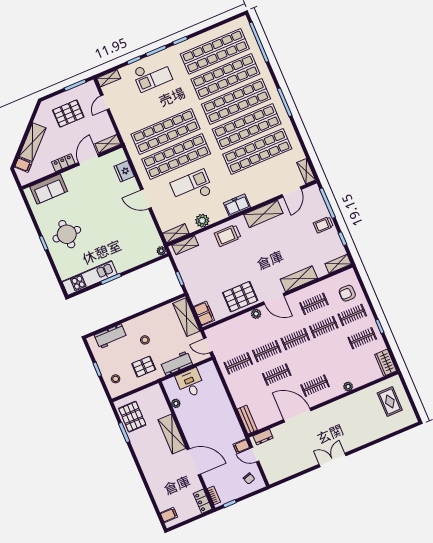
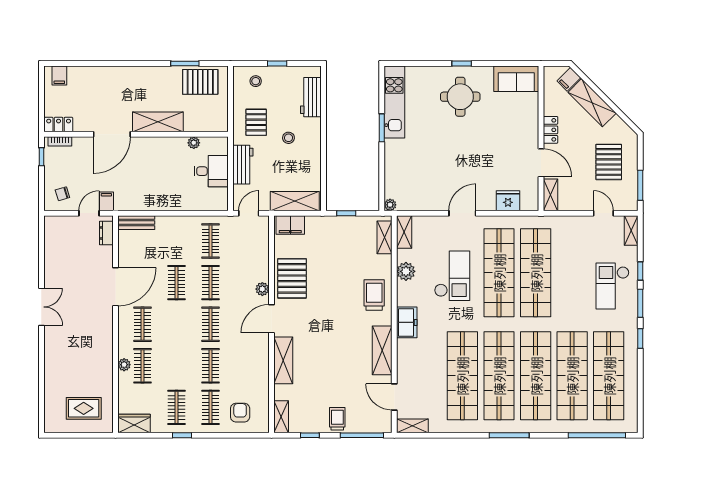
sofa: (49, 189) -> (516, 79), moved, turned -90
clothes rail: (314, 304) -> (142, 366), moved

